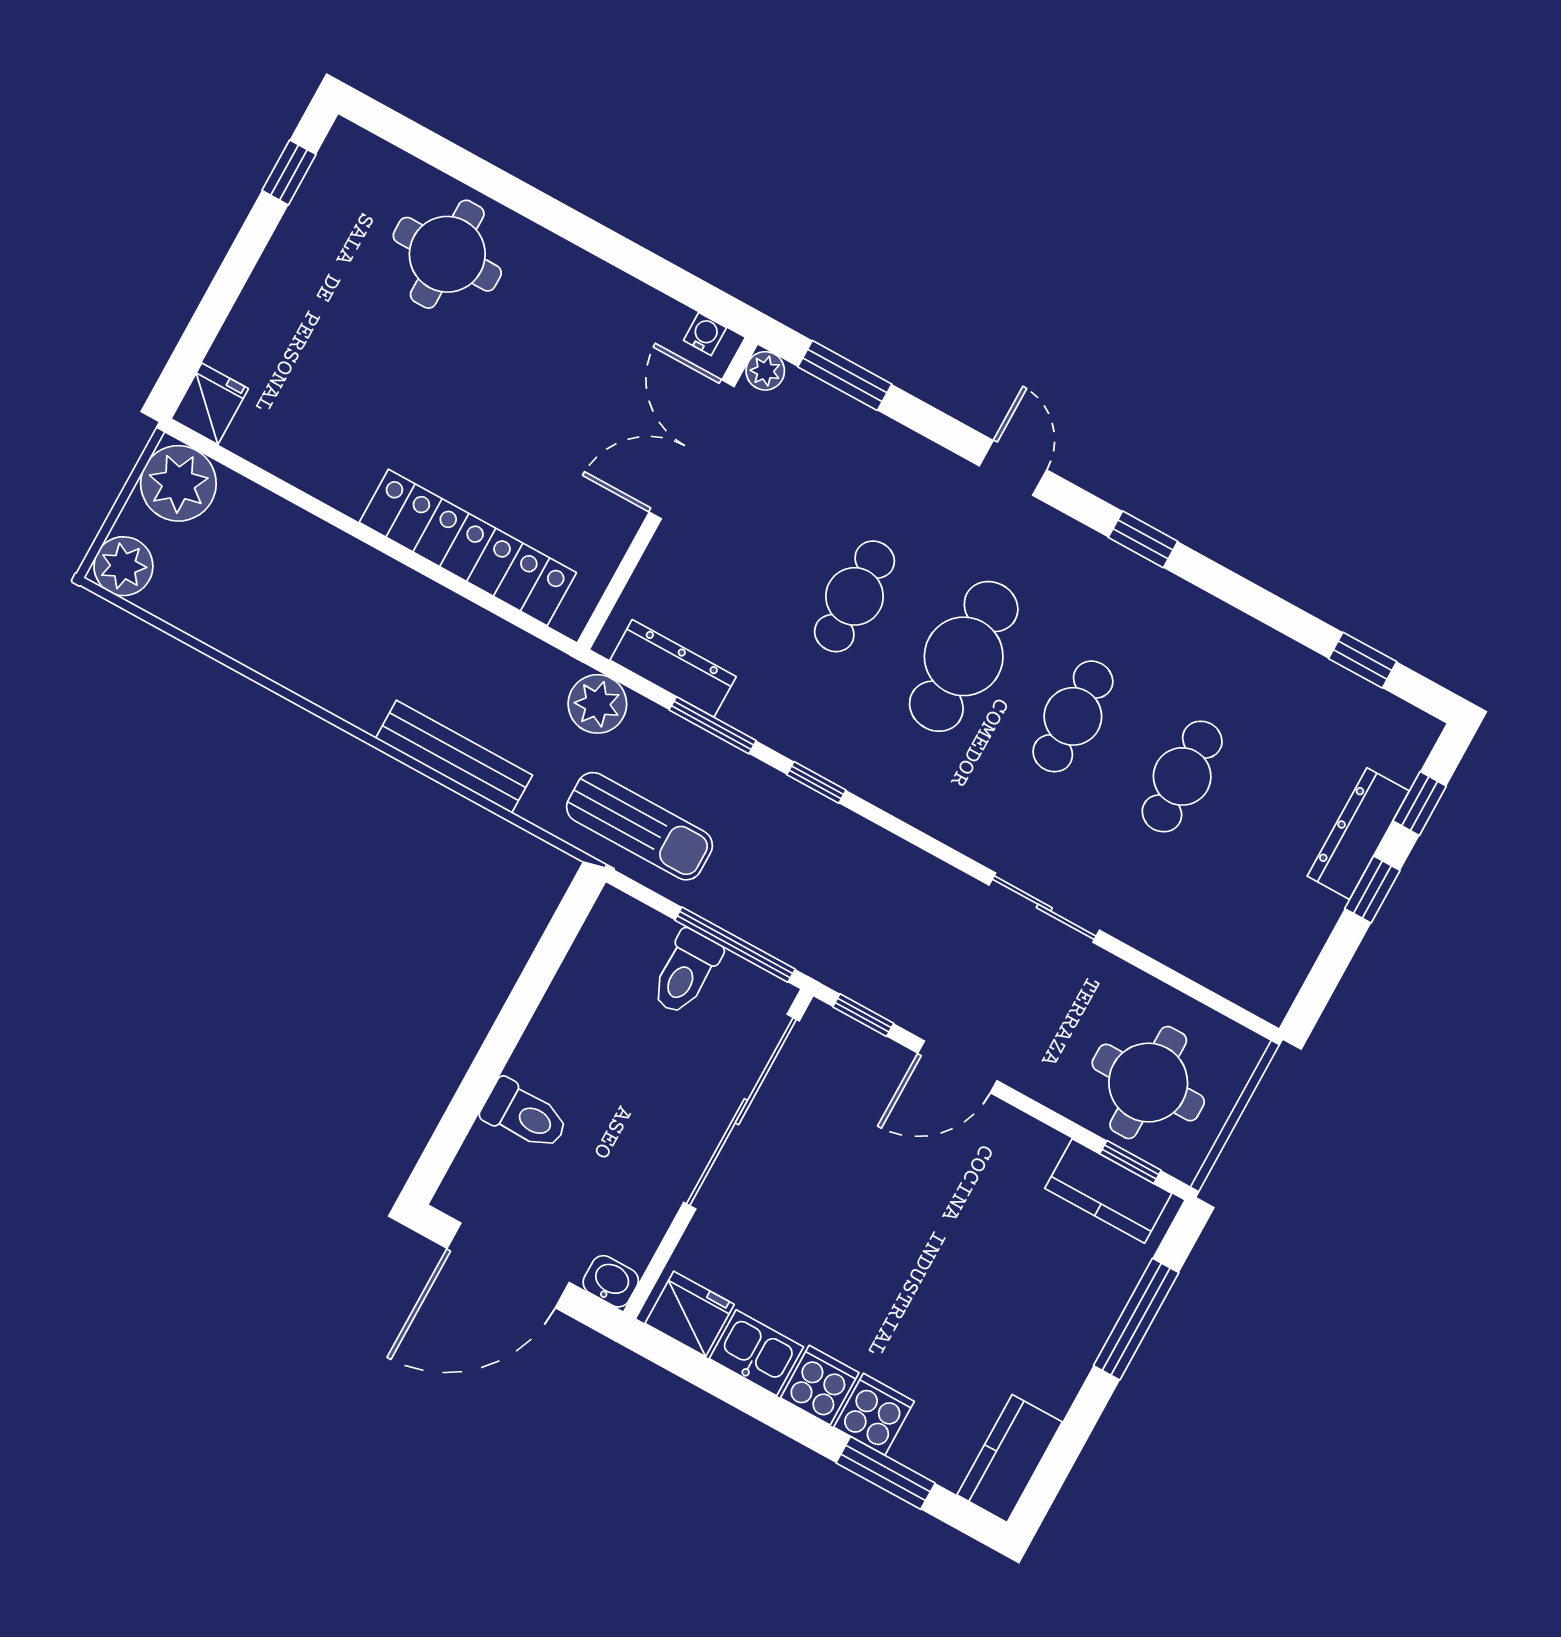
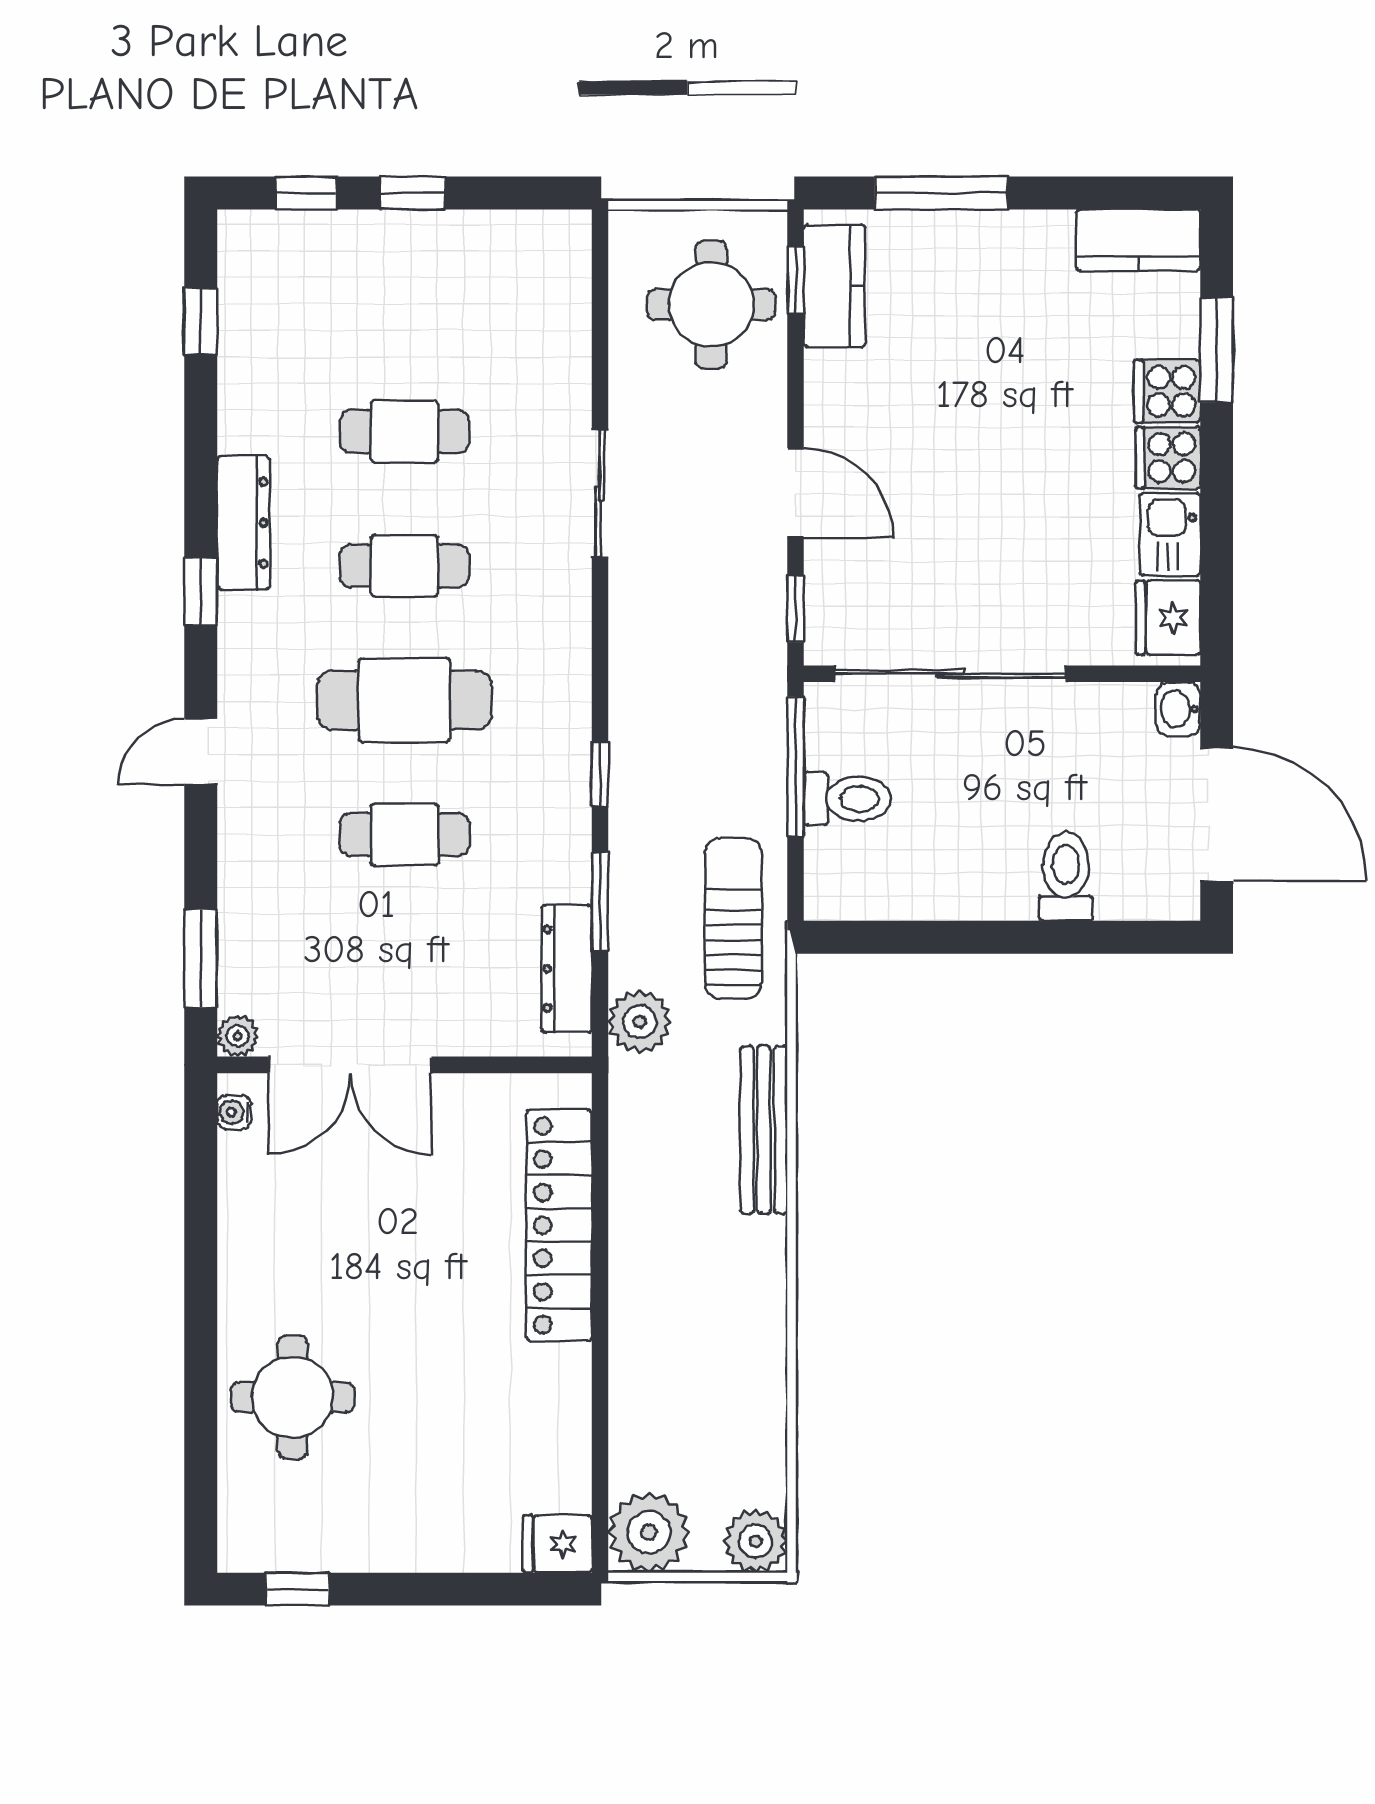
dresser: (1358, 834) -> (243, 523), moved, turned -90

